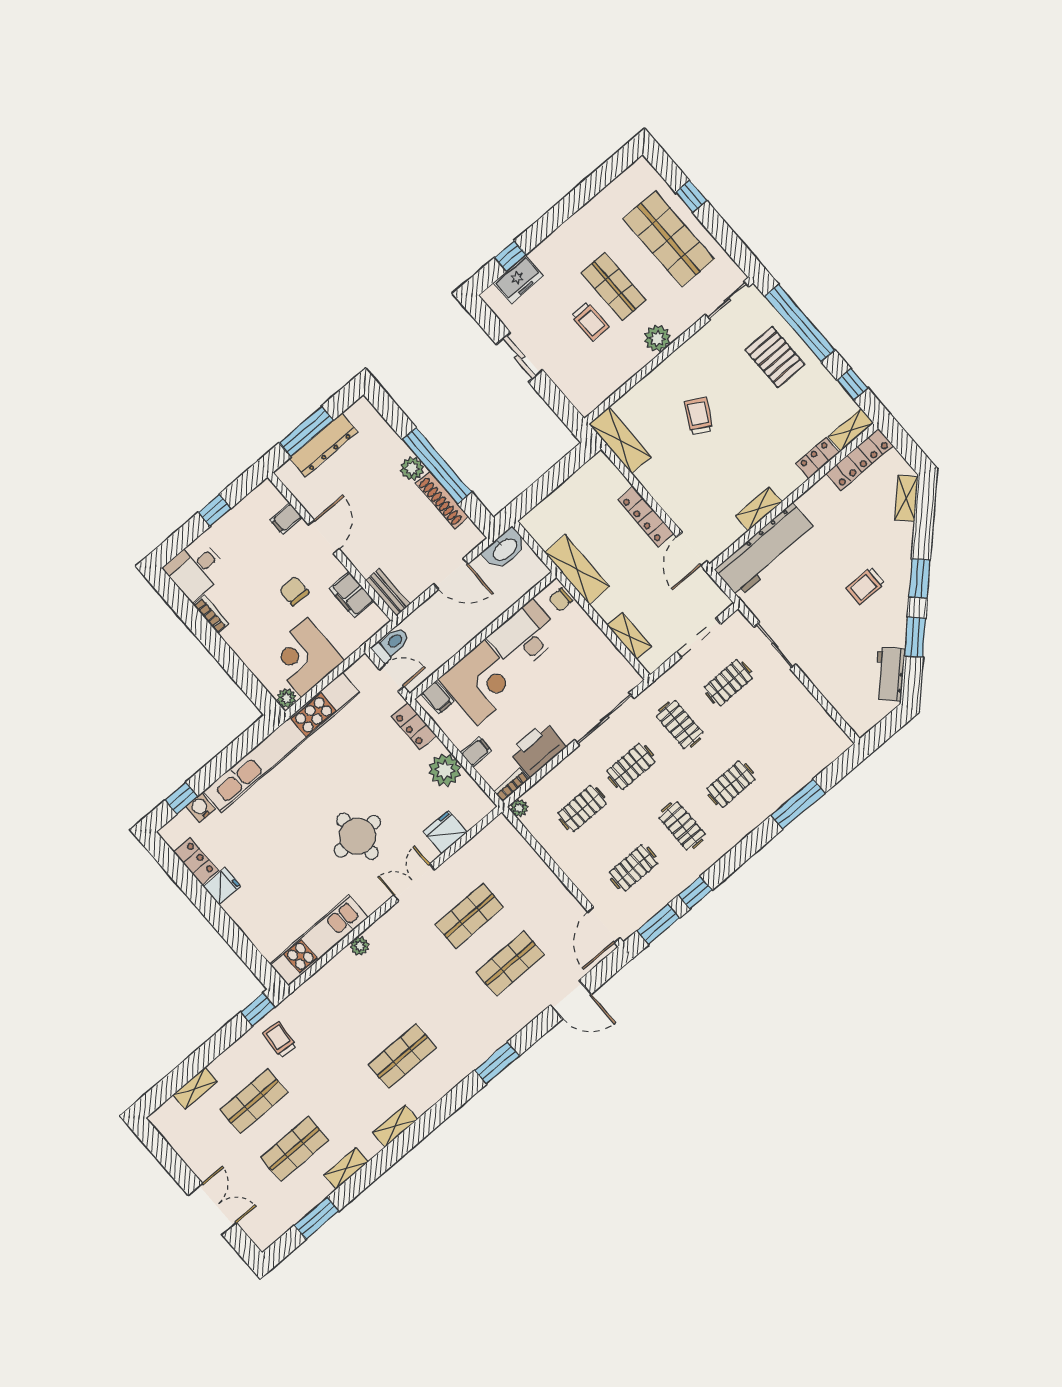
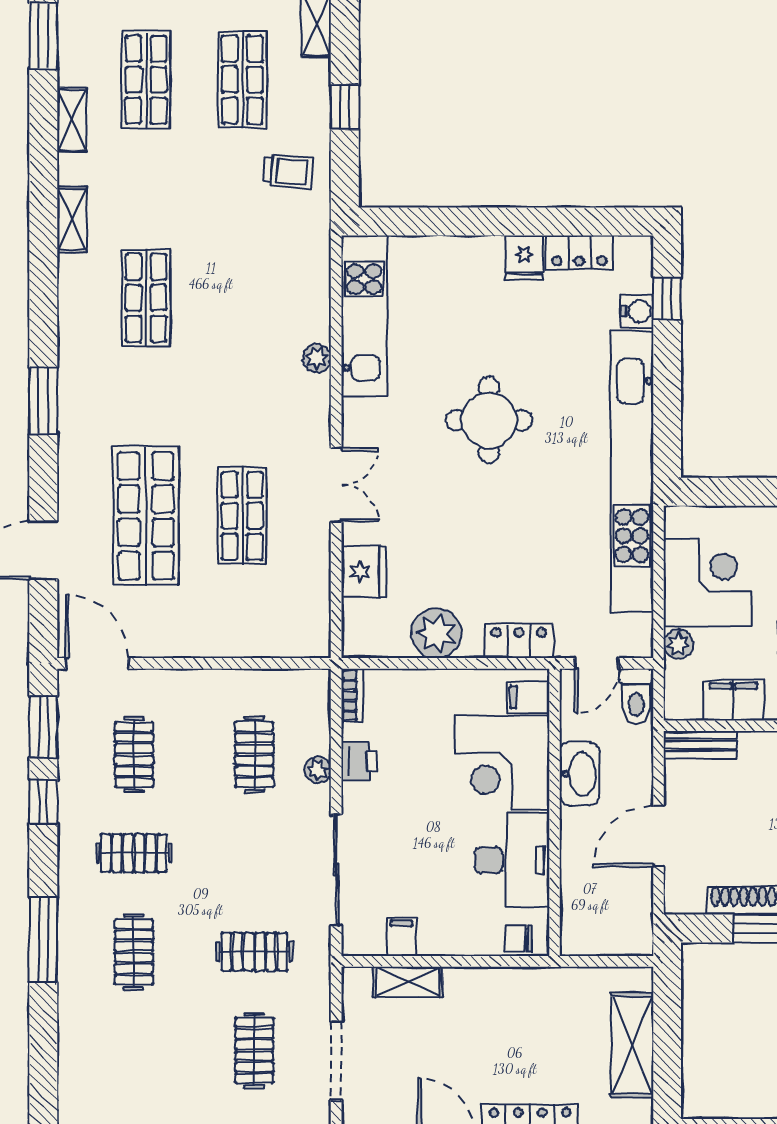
washbasin: (505, 549) -> (579, 774), moved, turned 180
shelving: (577, 569) -> (632, 1045), moved, turned 90
chair: (561, 600) -> (519, 938), turned -90
plant: (286, 698) -> (678, 644), moved
printer: (537, 749) -> (359, 762), width x0.53, depth x0.68
filing cabinet: (476, 752) -> (401, 937), moved, turned 180
clothes rail: (631, 766) -> (254, 853), removed
window: (798, 804) -> (43, 940), moved
plant: (519, 808) -> (318, 770), moved
round table: (357, 836) -> (489, 420), moved
shop shelf: (510, 963) -> (146, 516), width x1.43, depth x1.36
window: (258, 1010) -> (345, 107), moved

